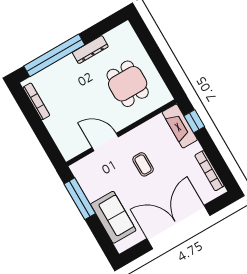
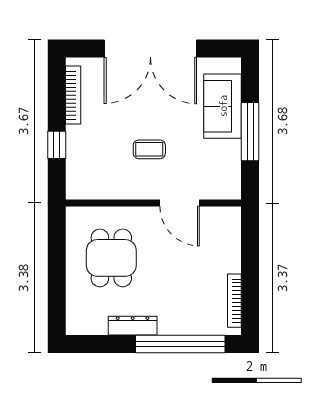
window: (194, 121) -> (57, 145), moved
fireplace: (180, 126) -> (78, 170), removed
coffee table: (143, 164) -> (149, 149), turned 90
window: (80, 199) -> (250, 132), moved

